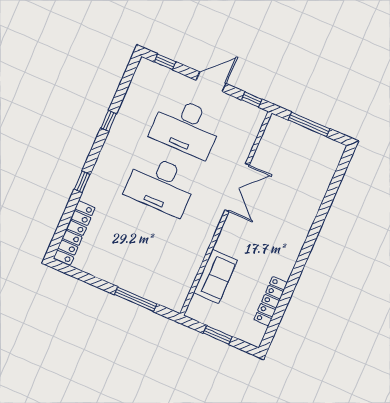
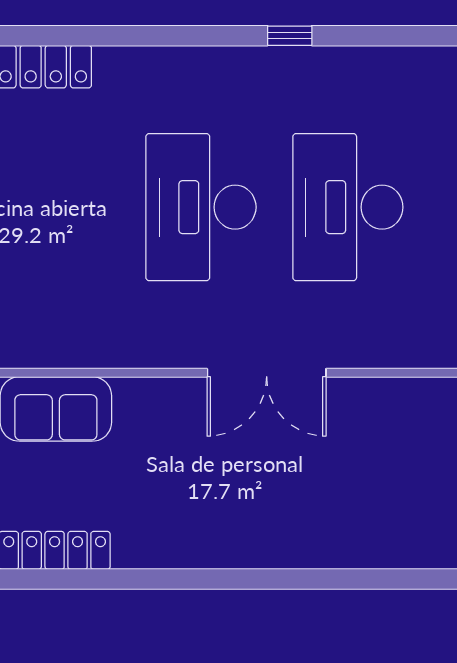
window: (82, 182) -> (135, 36), removed

